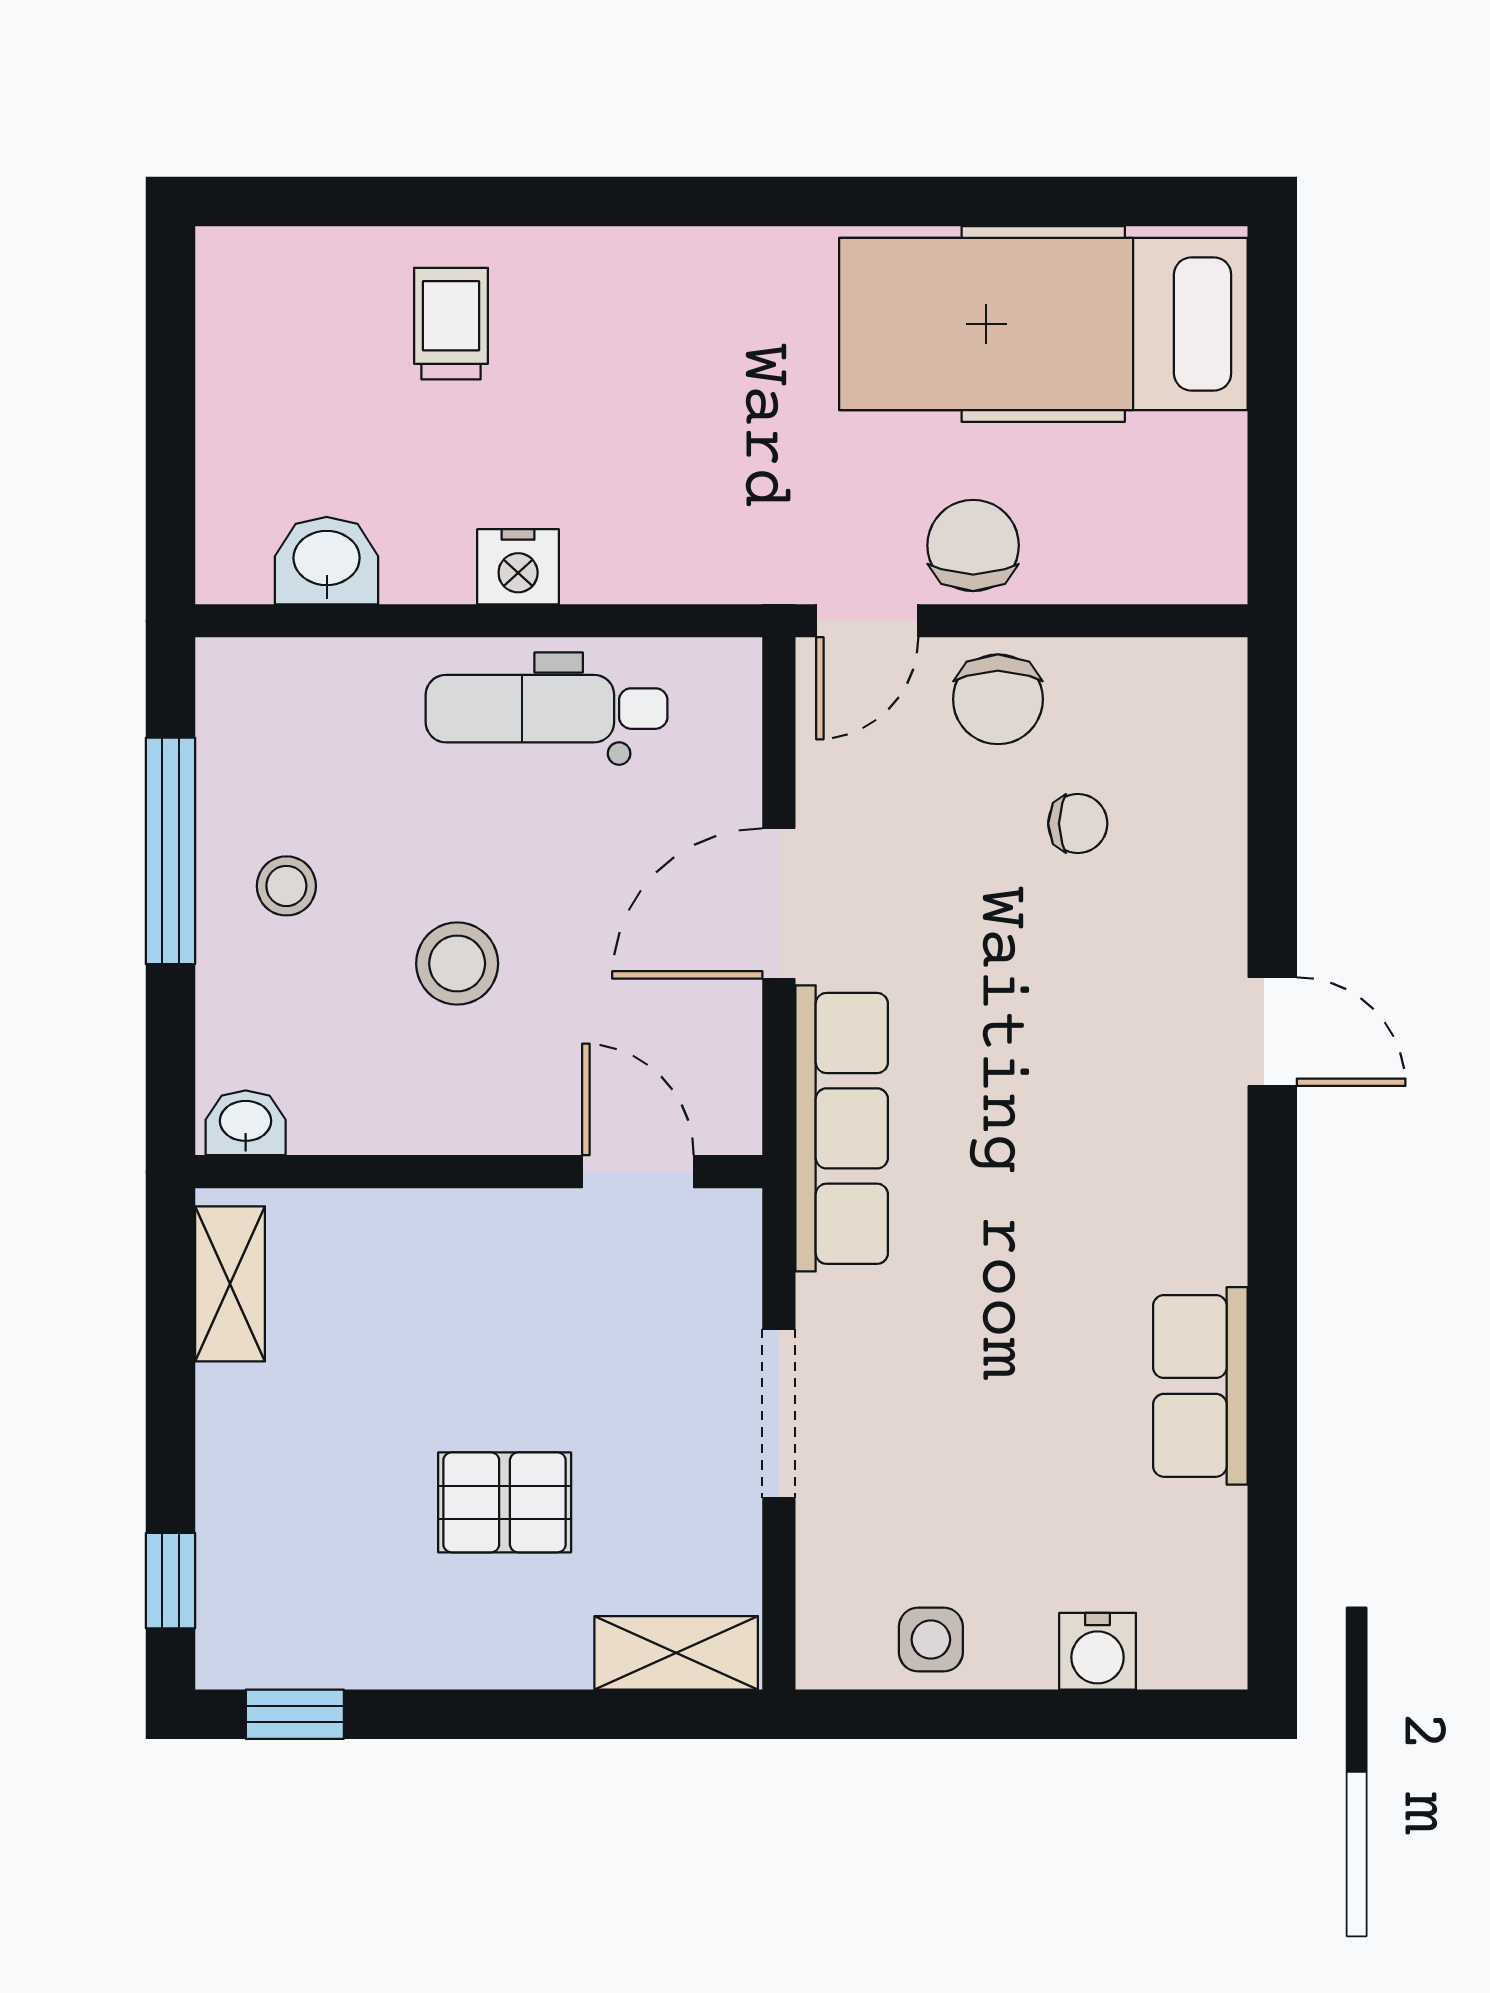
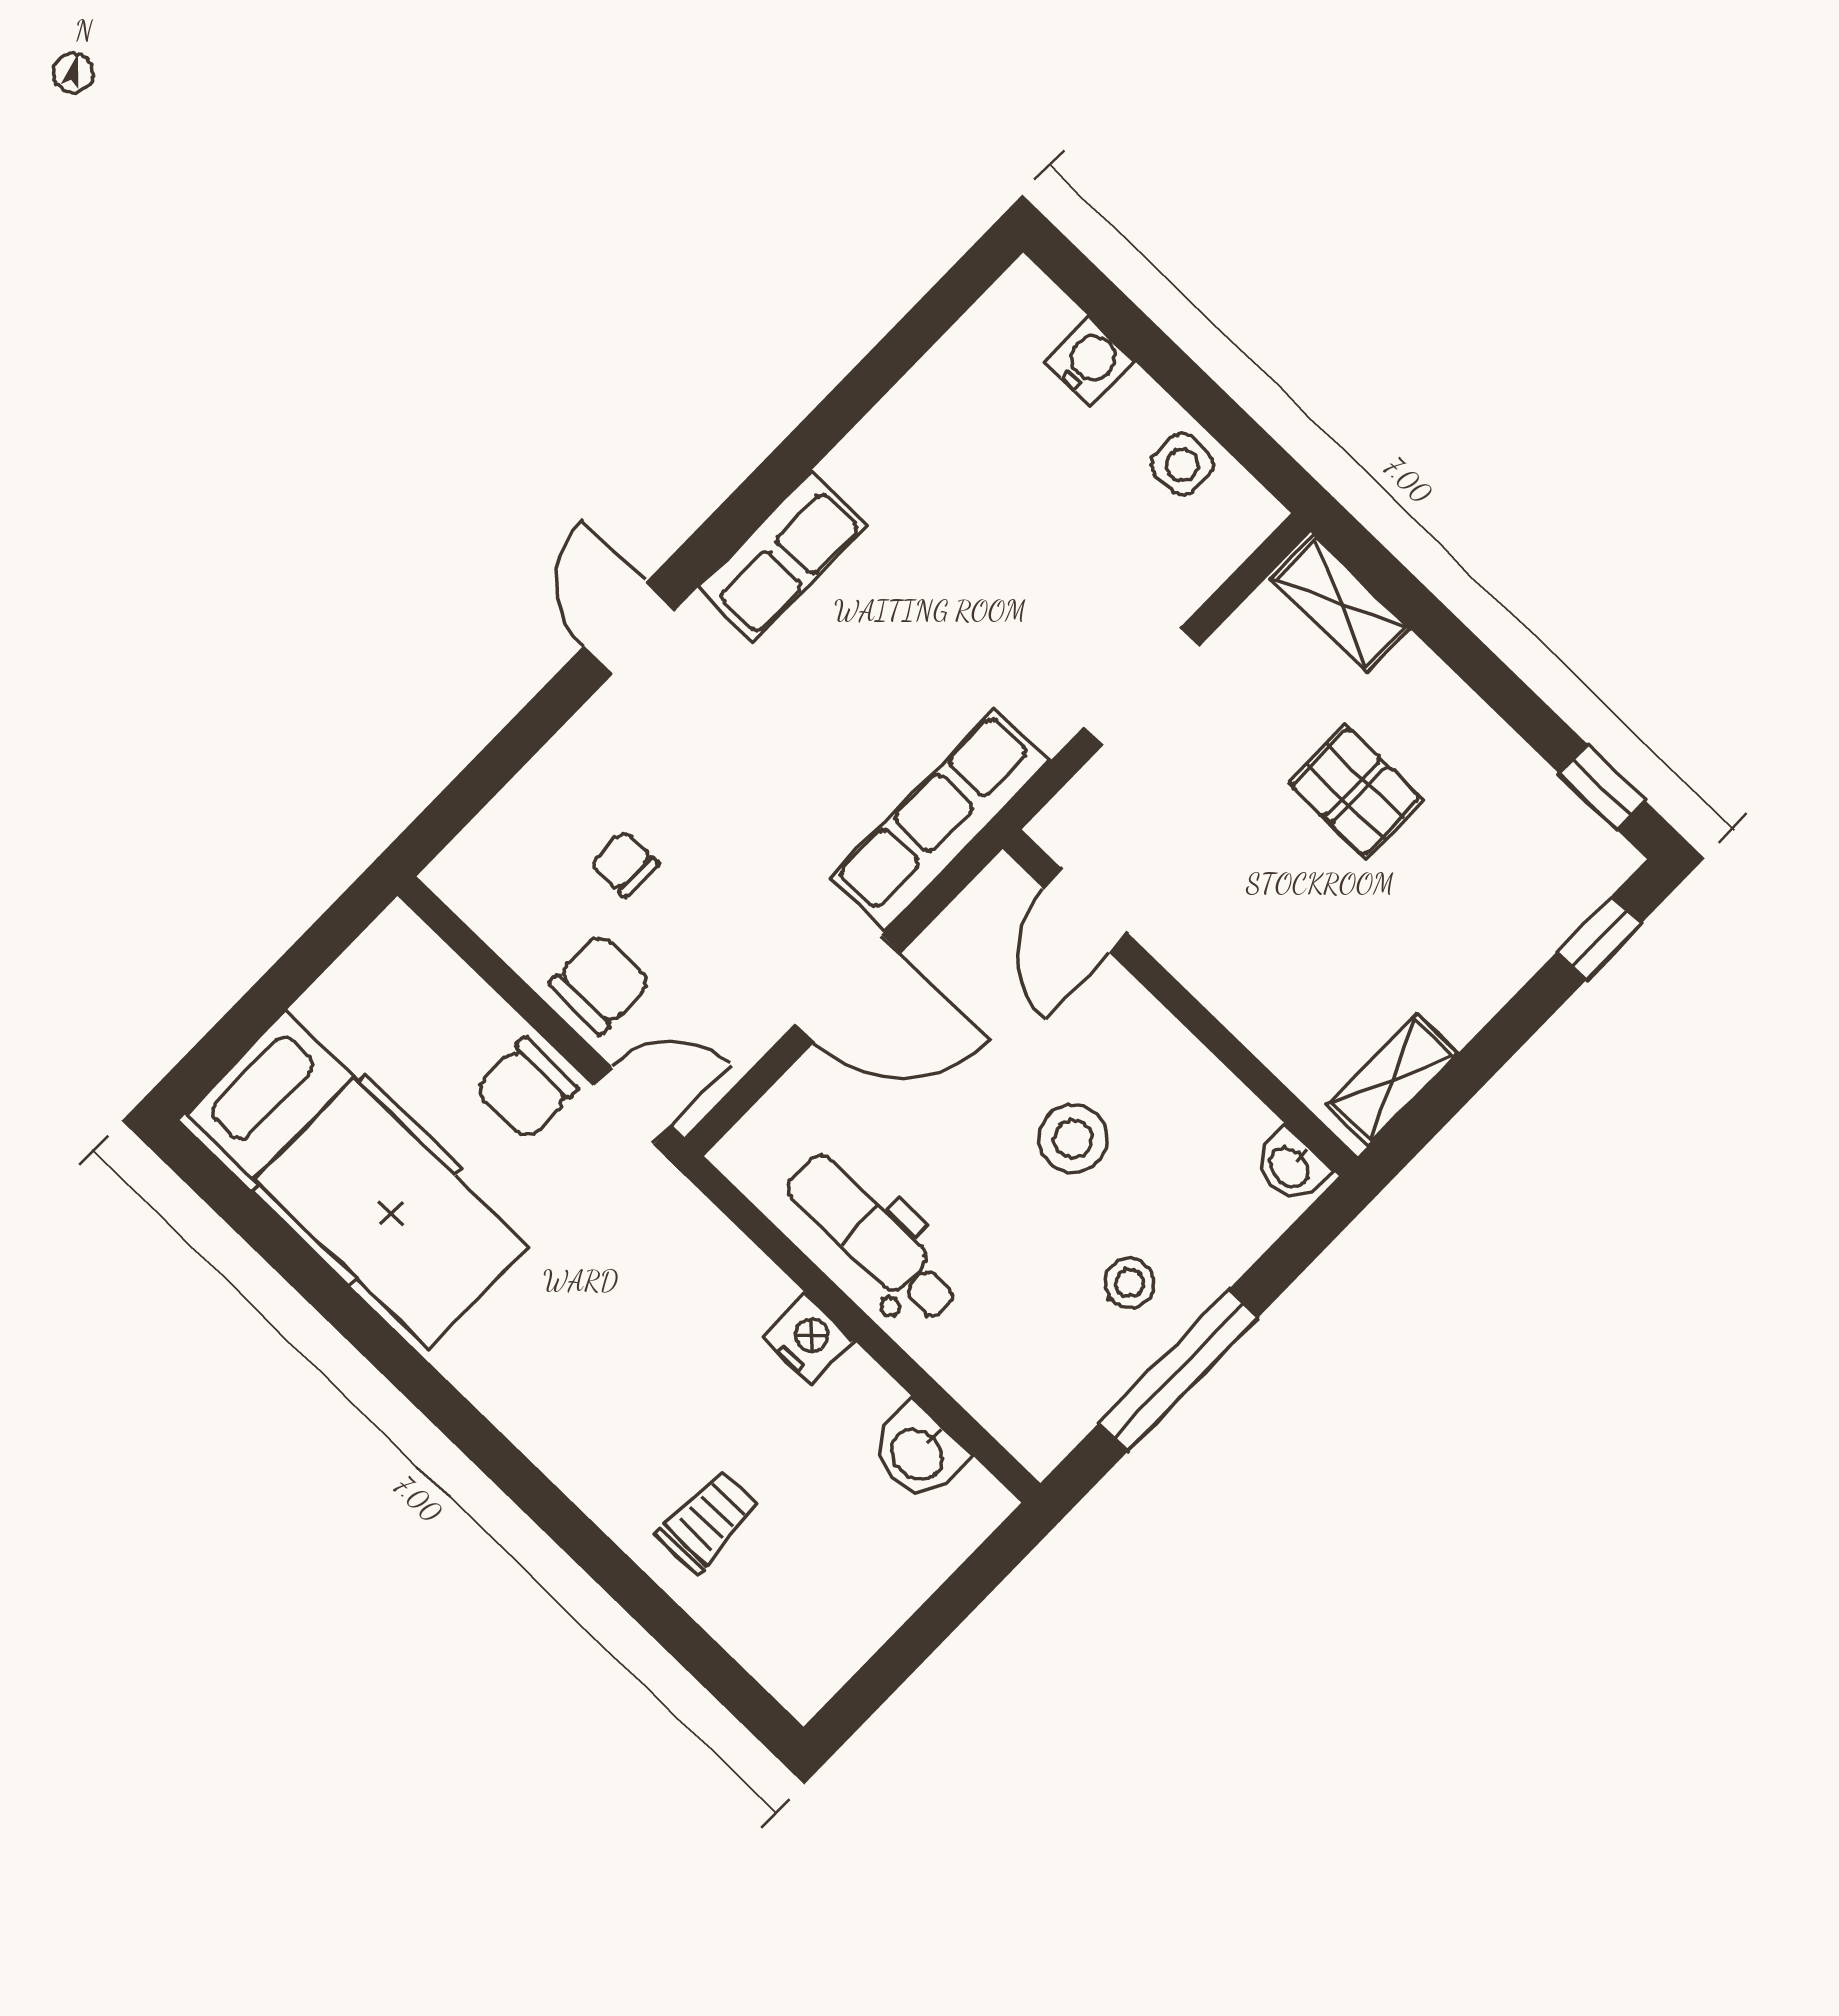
trolley: (451, 324) -> (708, 1521), turned 180
dental chair: (547, 709) -> (873, 1238), turned 180
row of seats: (1200, 1386) -> (782, 556), moved

